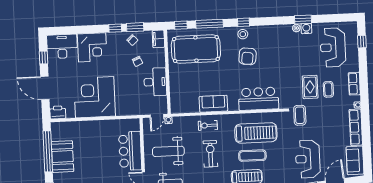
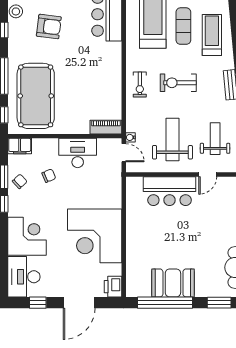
stool: (243, 34) -> (16, 11), moved
piano: (175, 102) -> (106, 127), added
sofa: (213, 104) -> (111, 76), removed
weight bench: (168, 151) -> (172, 139), turned 180

